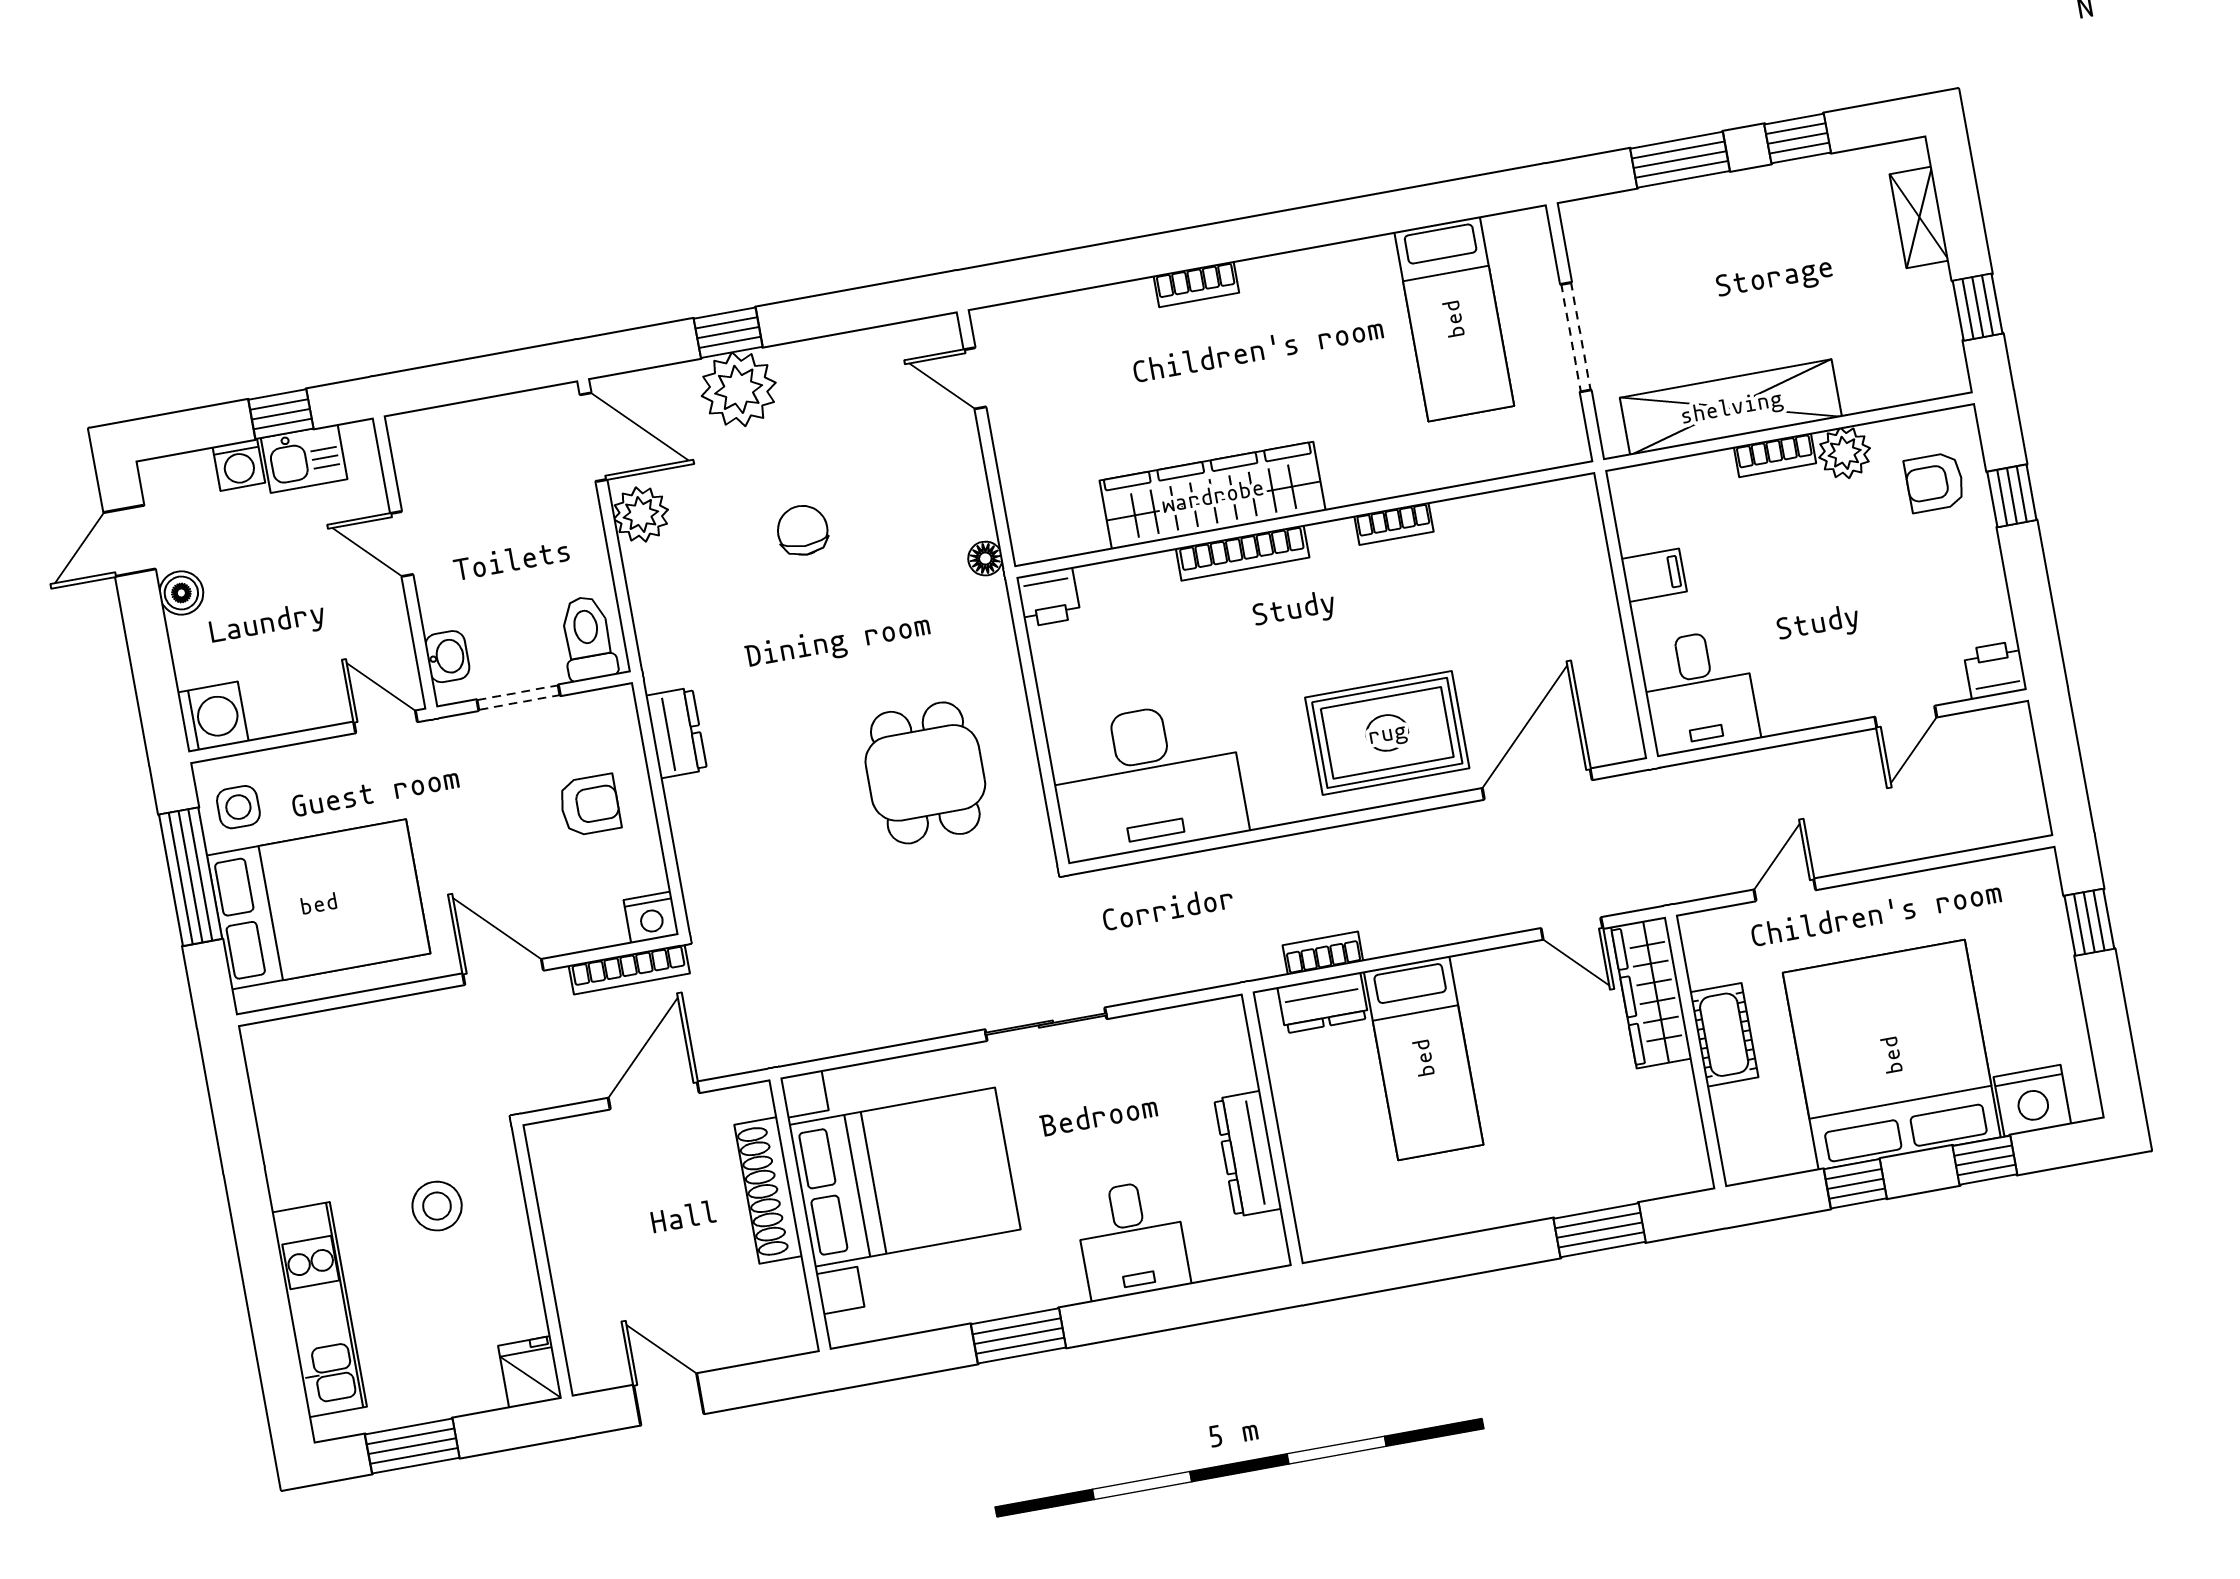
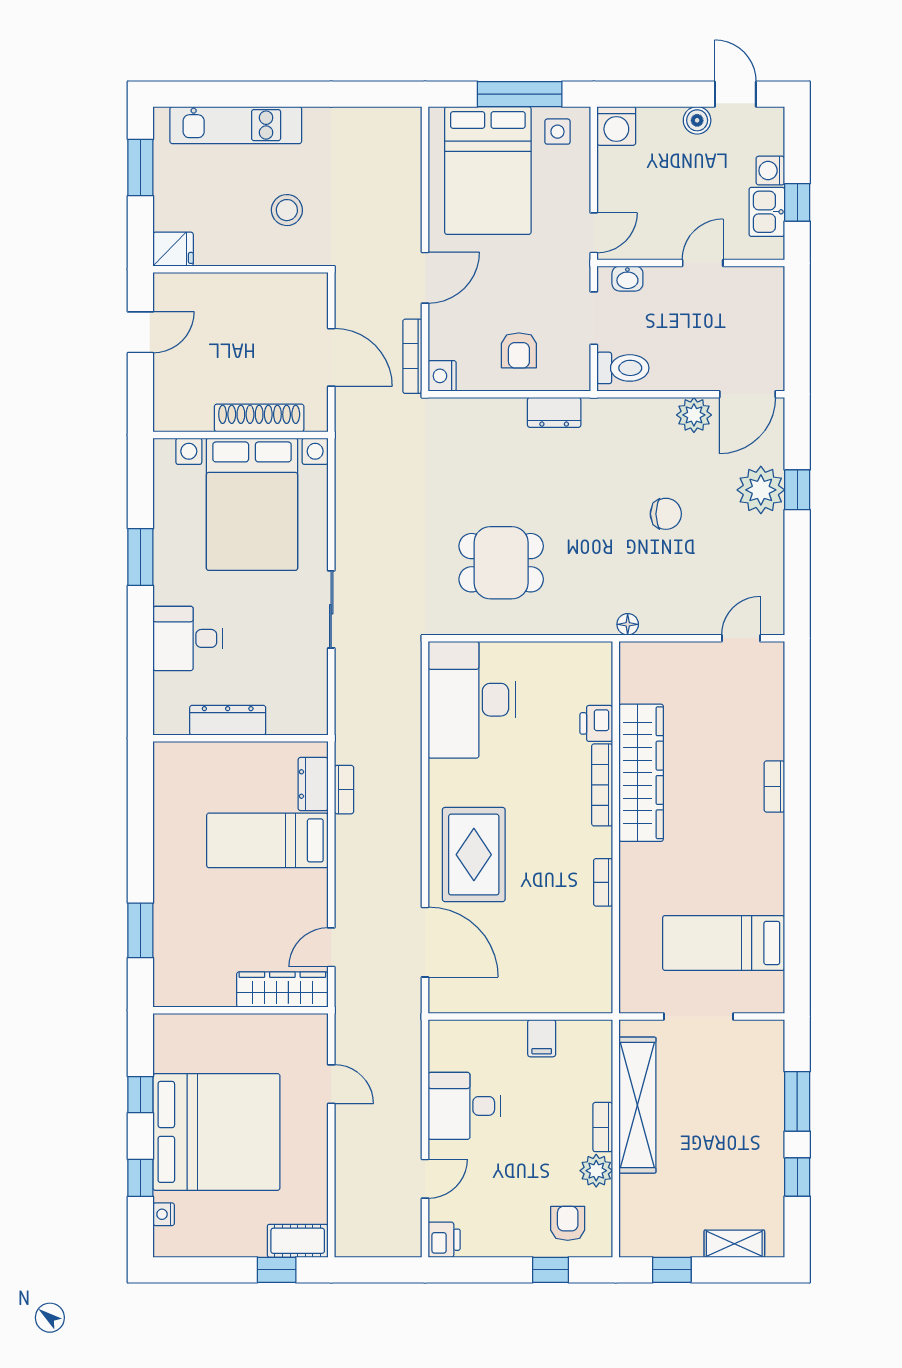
printer: (1049, 597) -> (596, 723), moved
desk: (1699, 692) -> (464, 1106), moved
door: (1906, 717) -> (425, 1179), swing flipped
cot: (1724, 1035) -> (298, 1241), moved
nightstand: (2032, 1101) -> (164, 1214), width x0.53, depth x0.56

